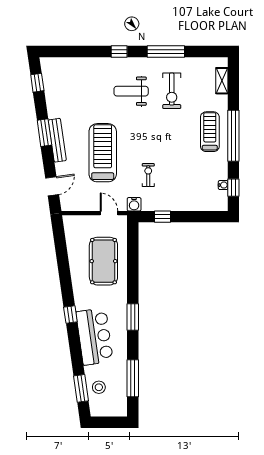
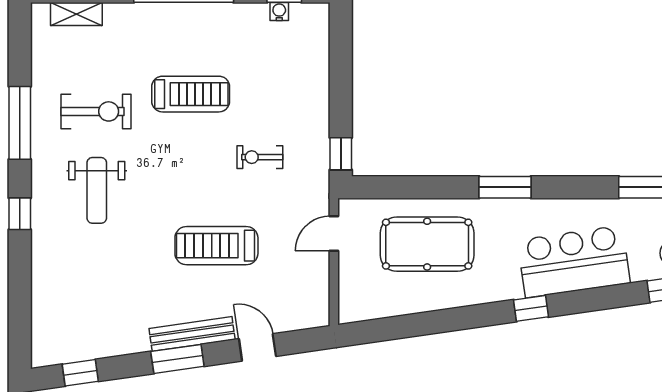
treadmill: (210, 132) -> (191, 94), moved, turned 180
treadmill: (103, 153) -> (216, 246), width x0.73, depth x0.73
door: (52, 186) -> (257, 347), moved
water cooler: (134, 204) -> (317, 185), removed
window: (163, 217) -> (341, 154), moved
window: (133, 317) -> (505, 187), moved

